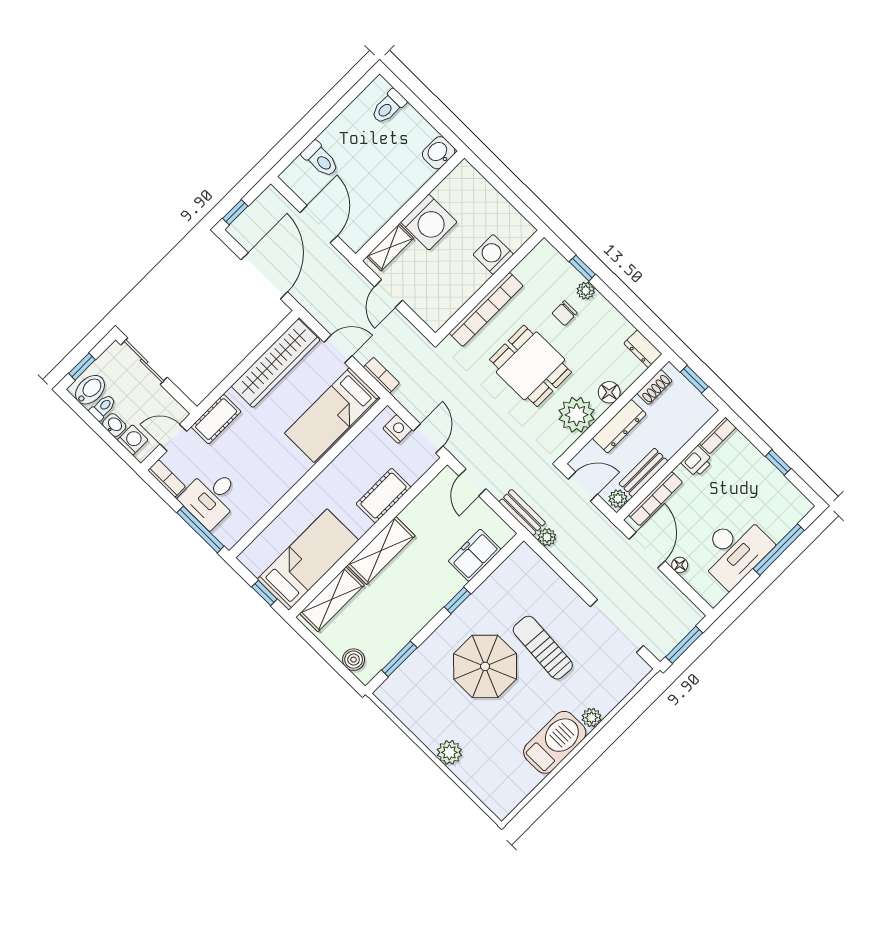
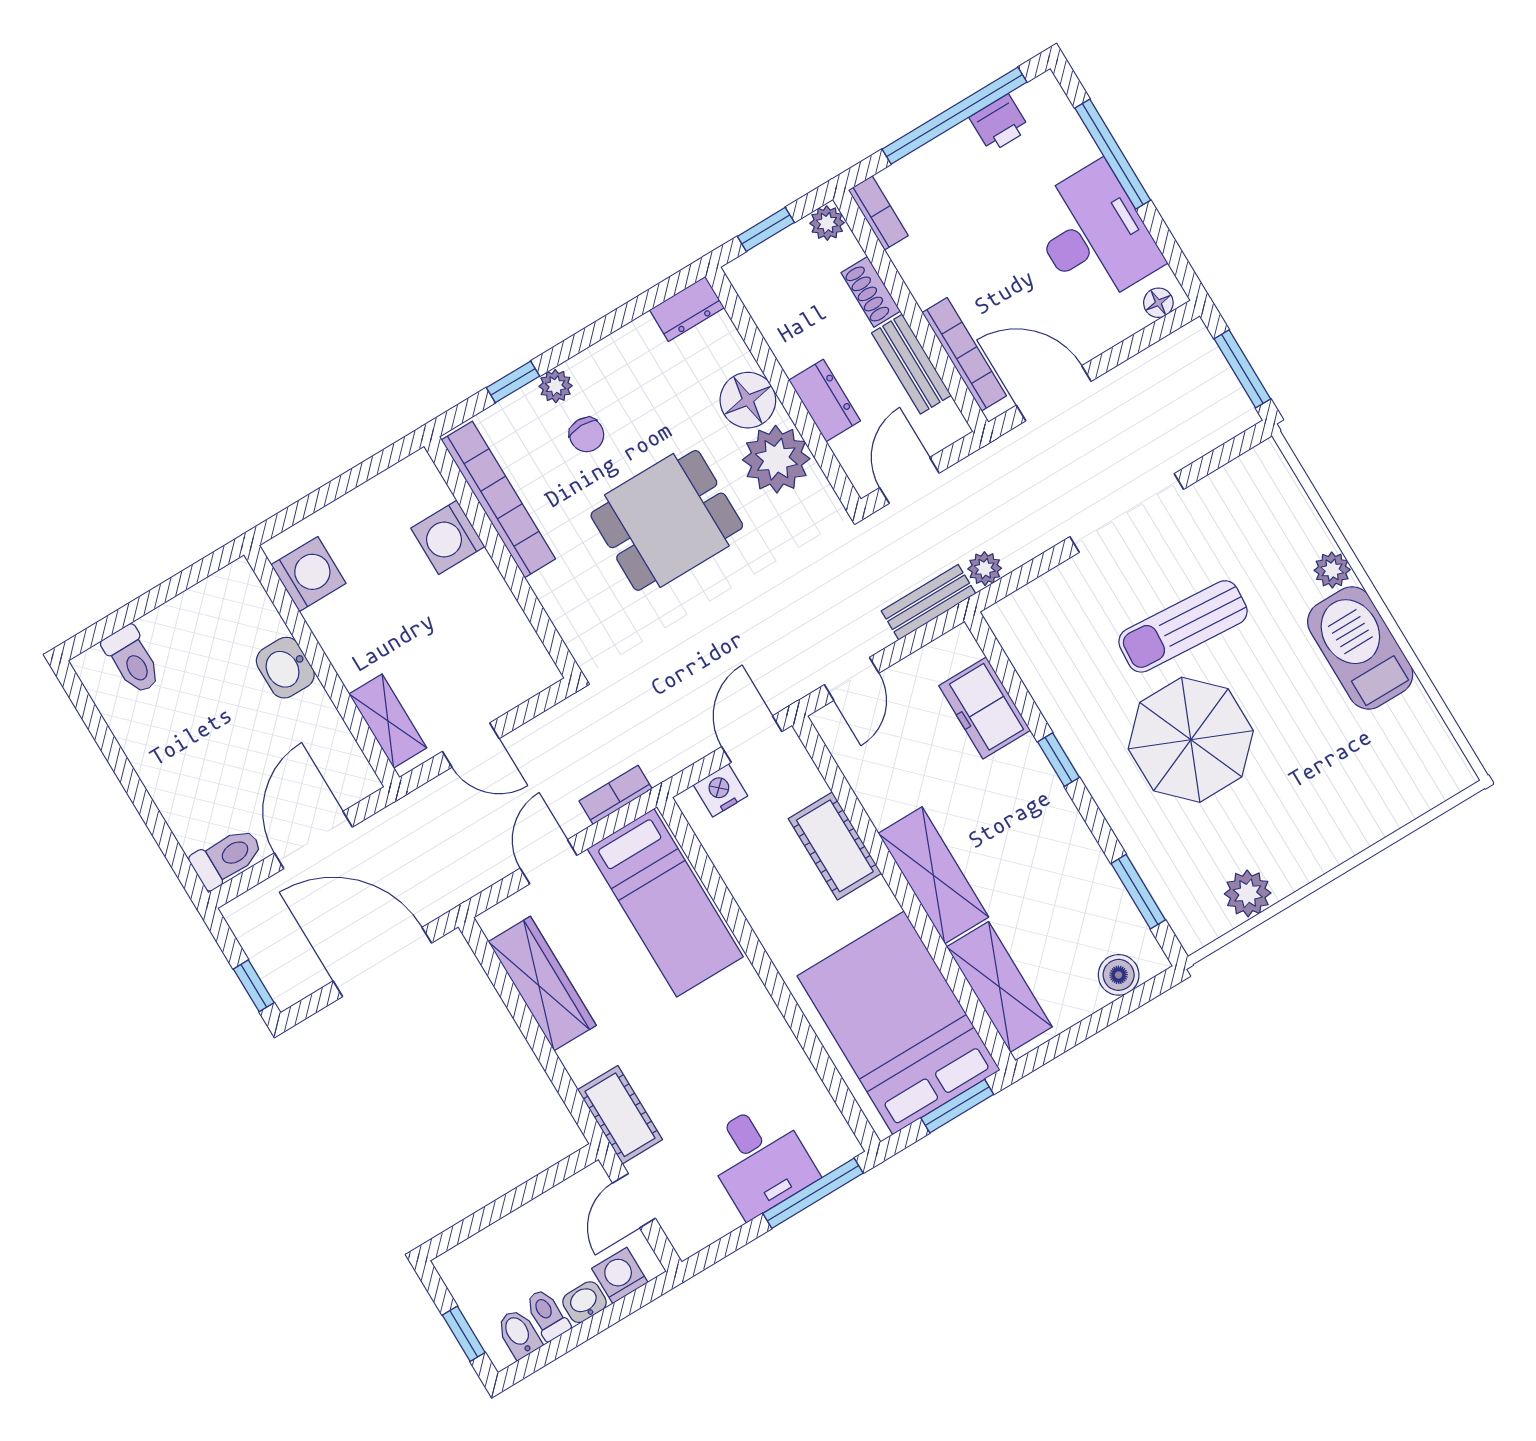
washbasin: (439, 153) -> (285, 668), moved
toilet: (320, 159) -> (227, 858), moved
washing machine: (429, 222) -> (309, 574), moved, width x0.73, depth x0.73
door: (319, 224) -> (313, 840), hinge flipped
bookcase: (486, 309) -> (498, 499), moved
sliding door: (144, 361) -> (482, 1219), removed
wardrobe: (276, 363) -> (542, 984), width x0.71, depth x0.85
shoe rack: (655, 387) -> (871, 292), moved, turned 180
bidet: (90, 390) -> (519, 1334), width x0.72, depth x0.74
floor lamp: (609, 392) -> (748, 400), width x1.38, depth x1.38
dresser: (619, 426) -> (825, 400), width x0.70
door: (428, 439) -> (752, 739), hinge flipped
printer: (697, 462) -> (999, 123), moved, turned 90
window: (778, 462) -> (955, 116), width x3.17
bookcase: (167, 478) -> (705, 1231), removed
door: (472, 482) -> (852, 679), hinge flipped
plant: (618, 499) -> (827, 223), moved
bed: (308, 560) -> (899, 1023), width x1.50
floor lamp: (680, 565) -> (1158, 303), moved
window: (264, 593) -> (957, 1106), width x1.50
doorway: (617, 626) -> (1127, 513), moved
plant: (449, 752) -> (1248, 893), moved

